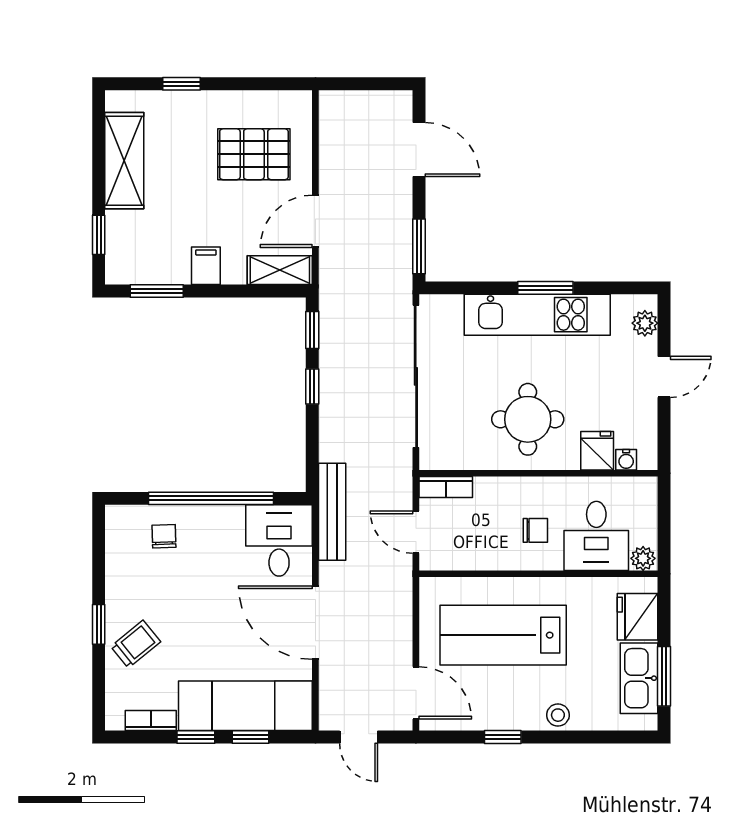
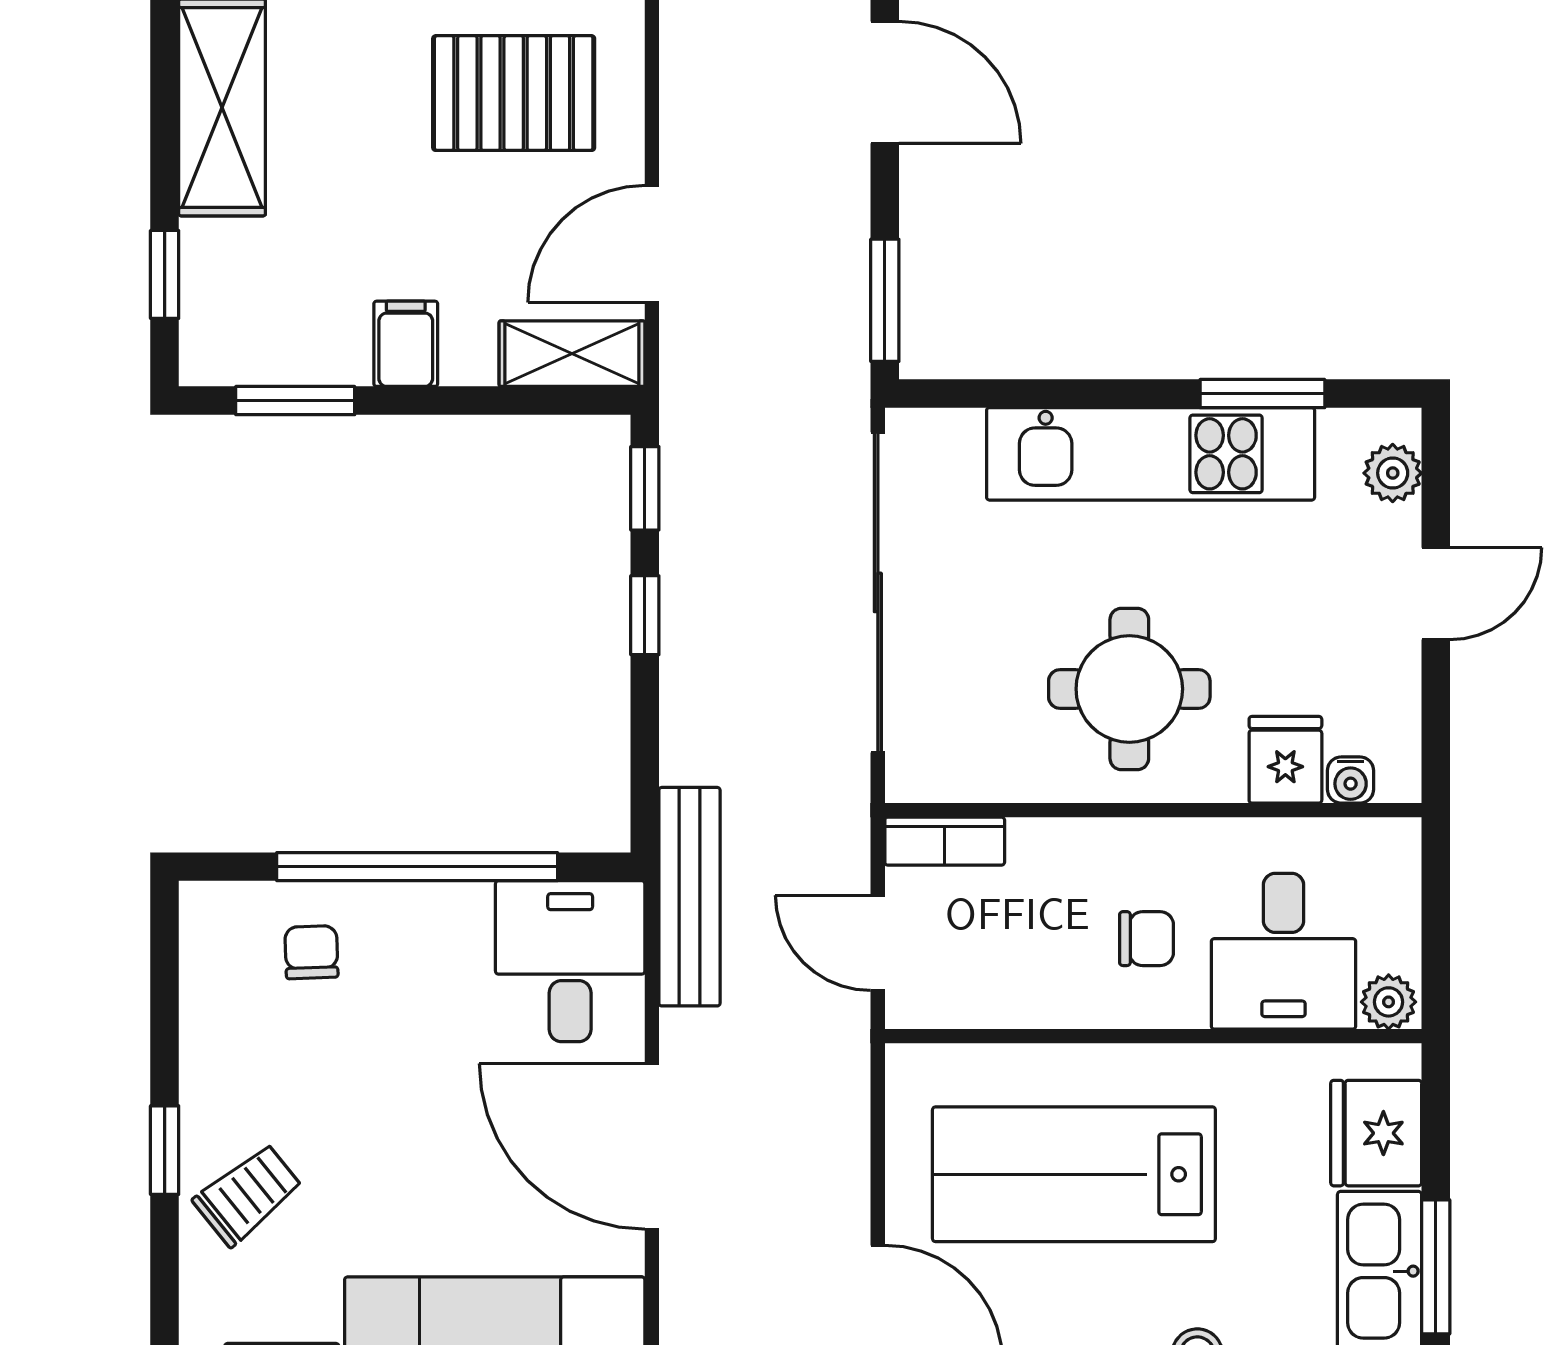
window: (545, 288) -> (1262, 394), moved

